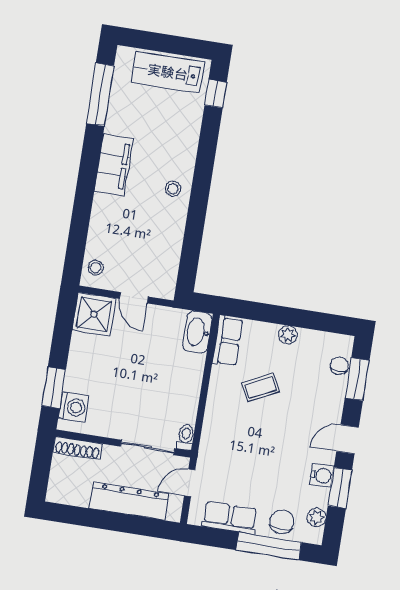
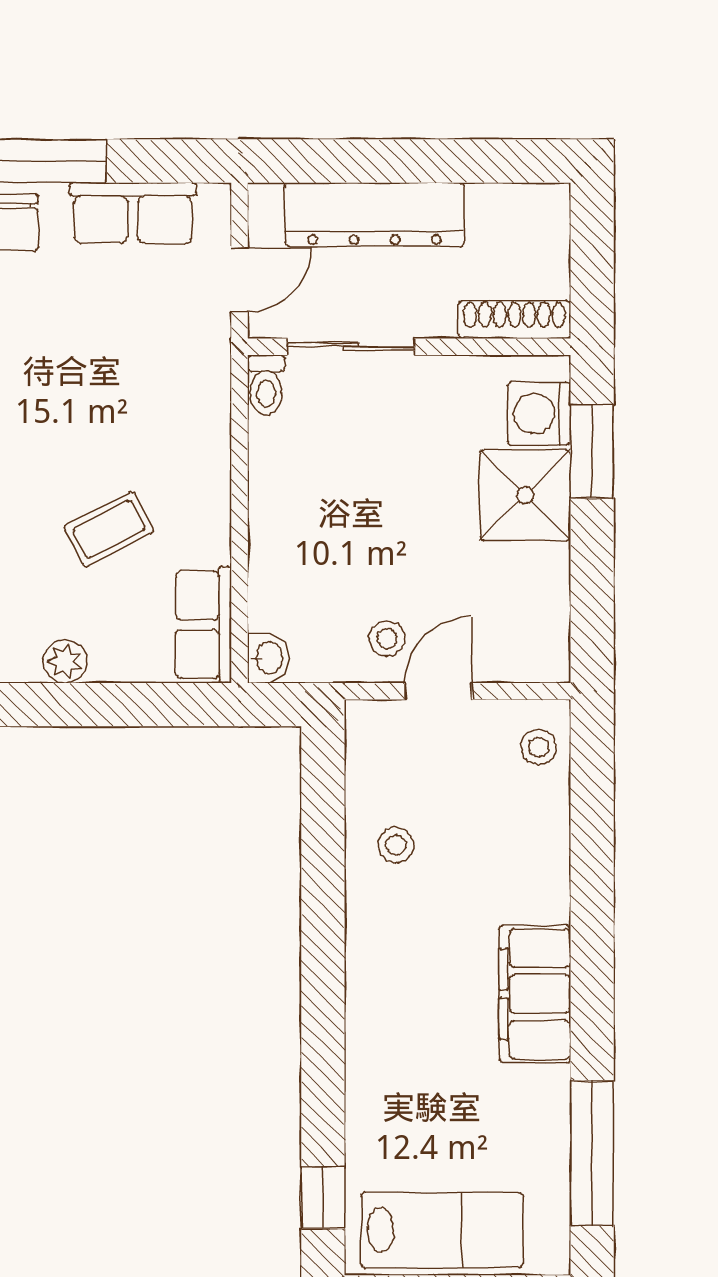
stool: (173, 189) -> (396, 845), moved
door: (134, 298) -> (438, 691), hinge flipped
shower: (94, 314) -> (525, 495), moved
stool: (152, 323) -> (387, 638), added
washbasin: (197, 332) -> (268, 658), width x0.52, depth x0.69

